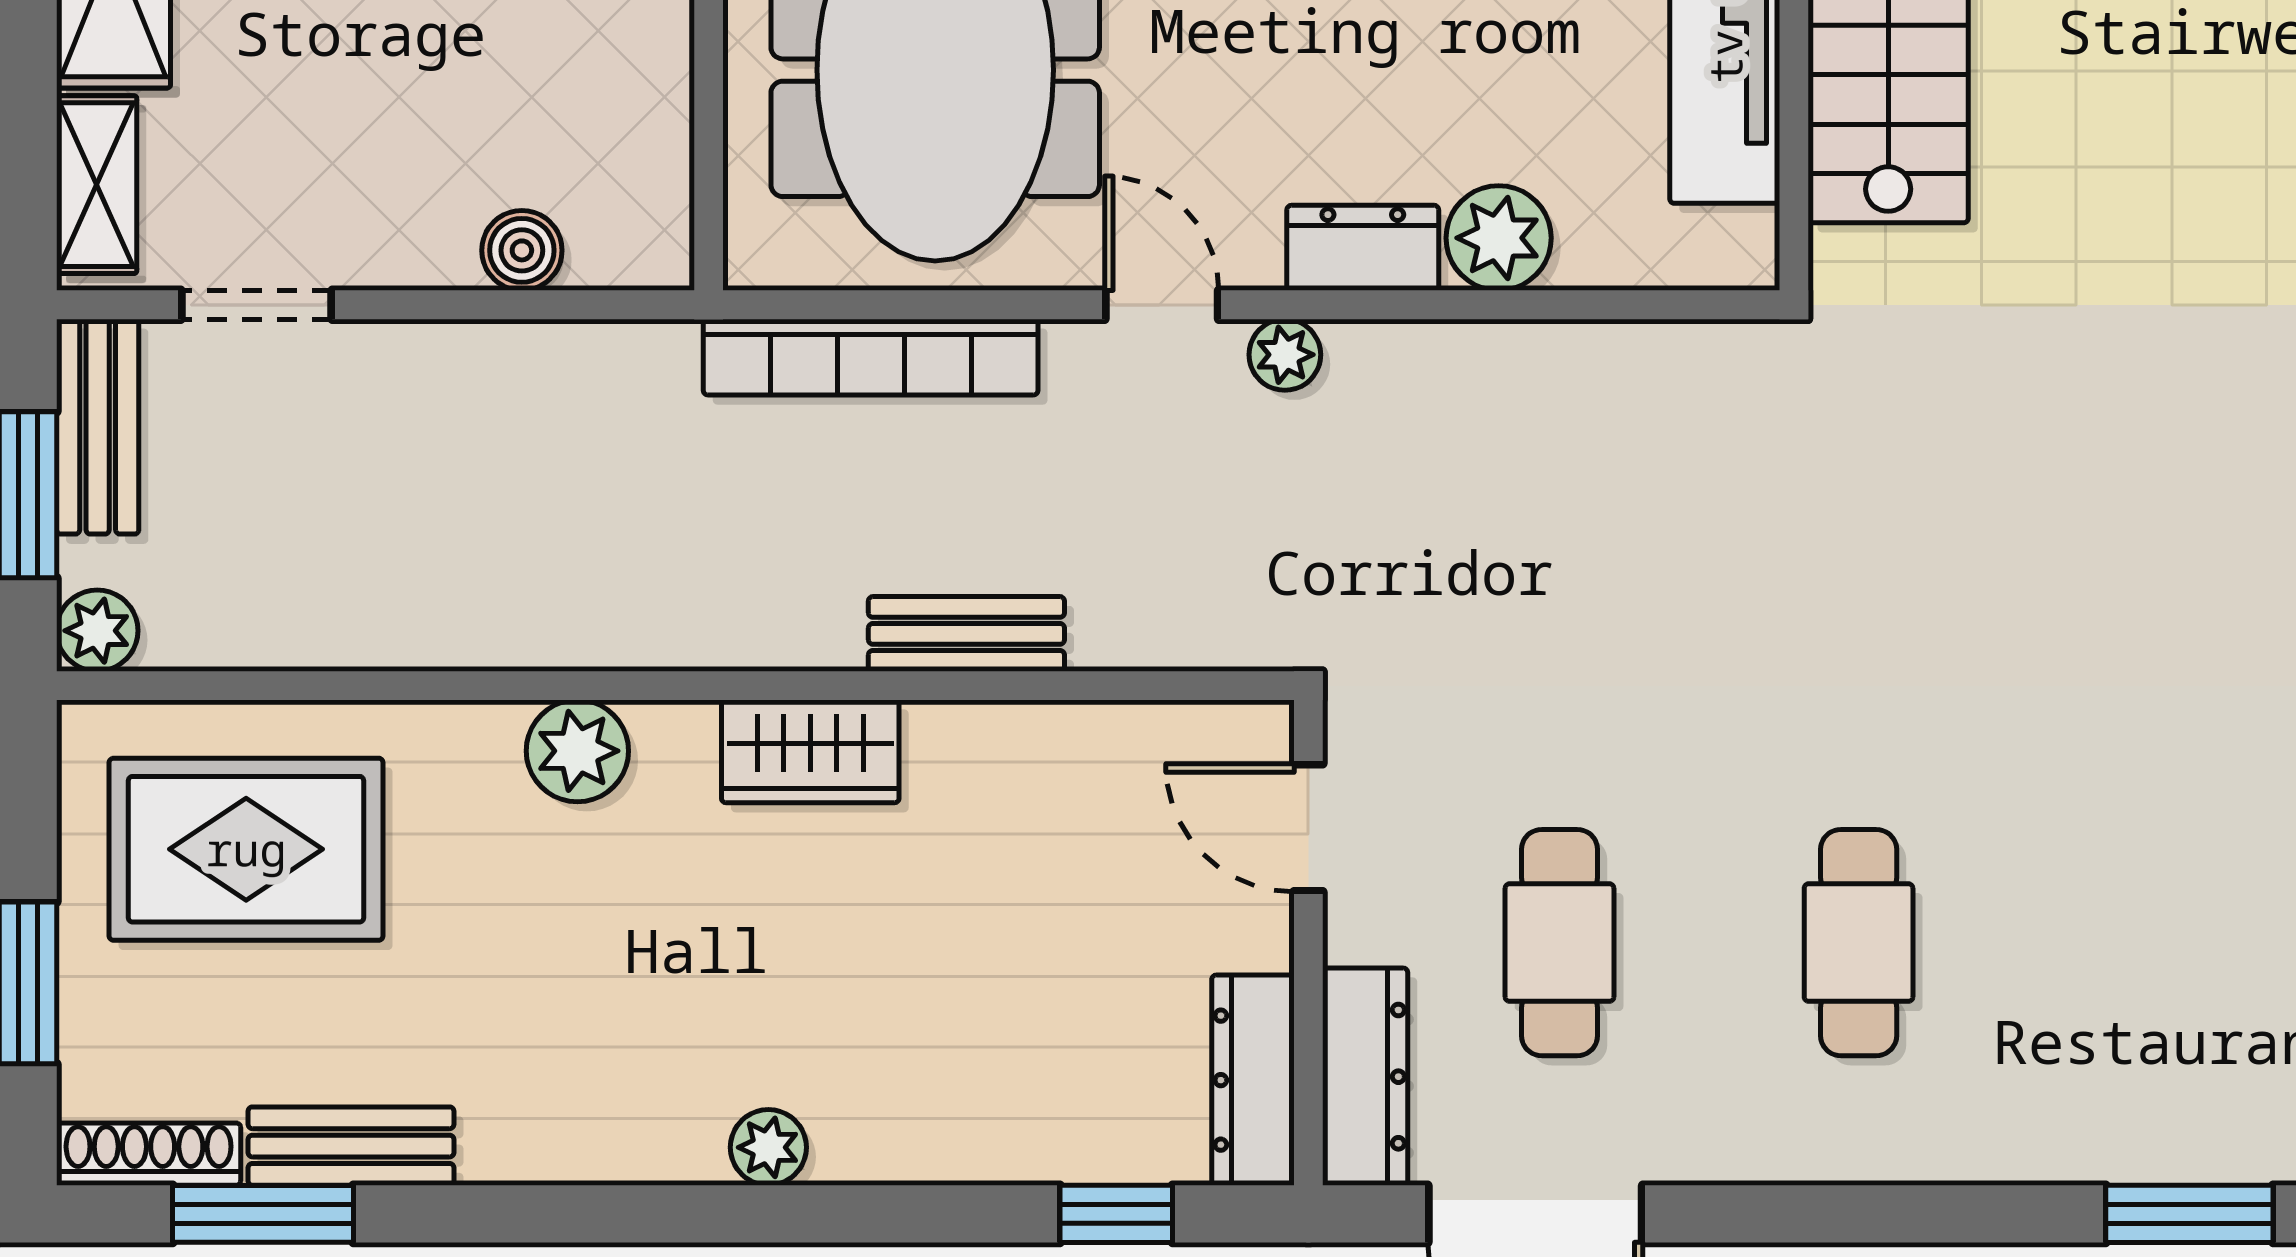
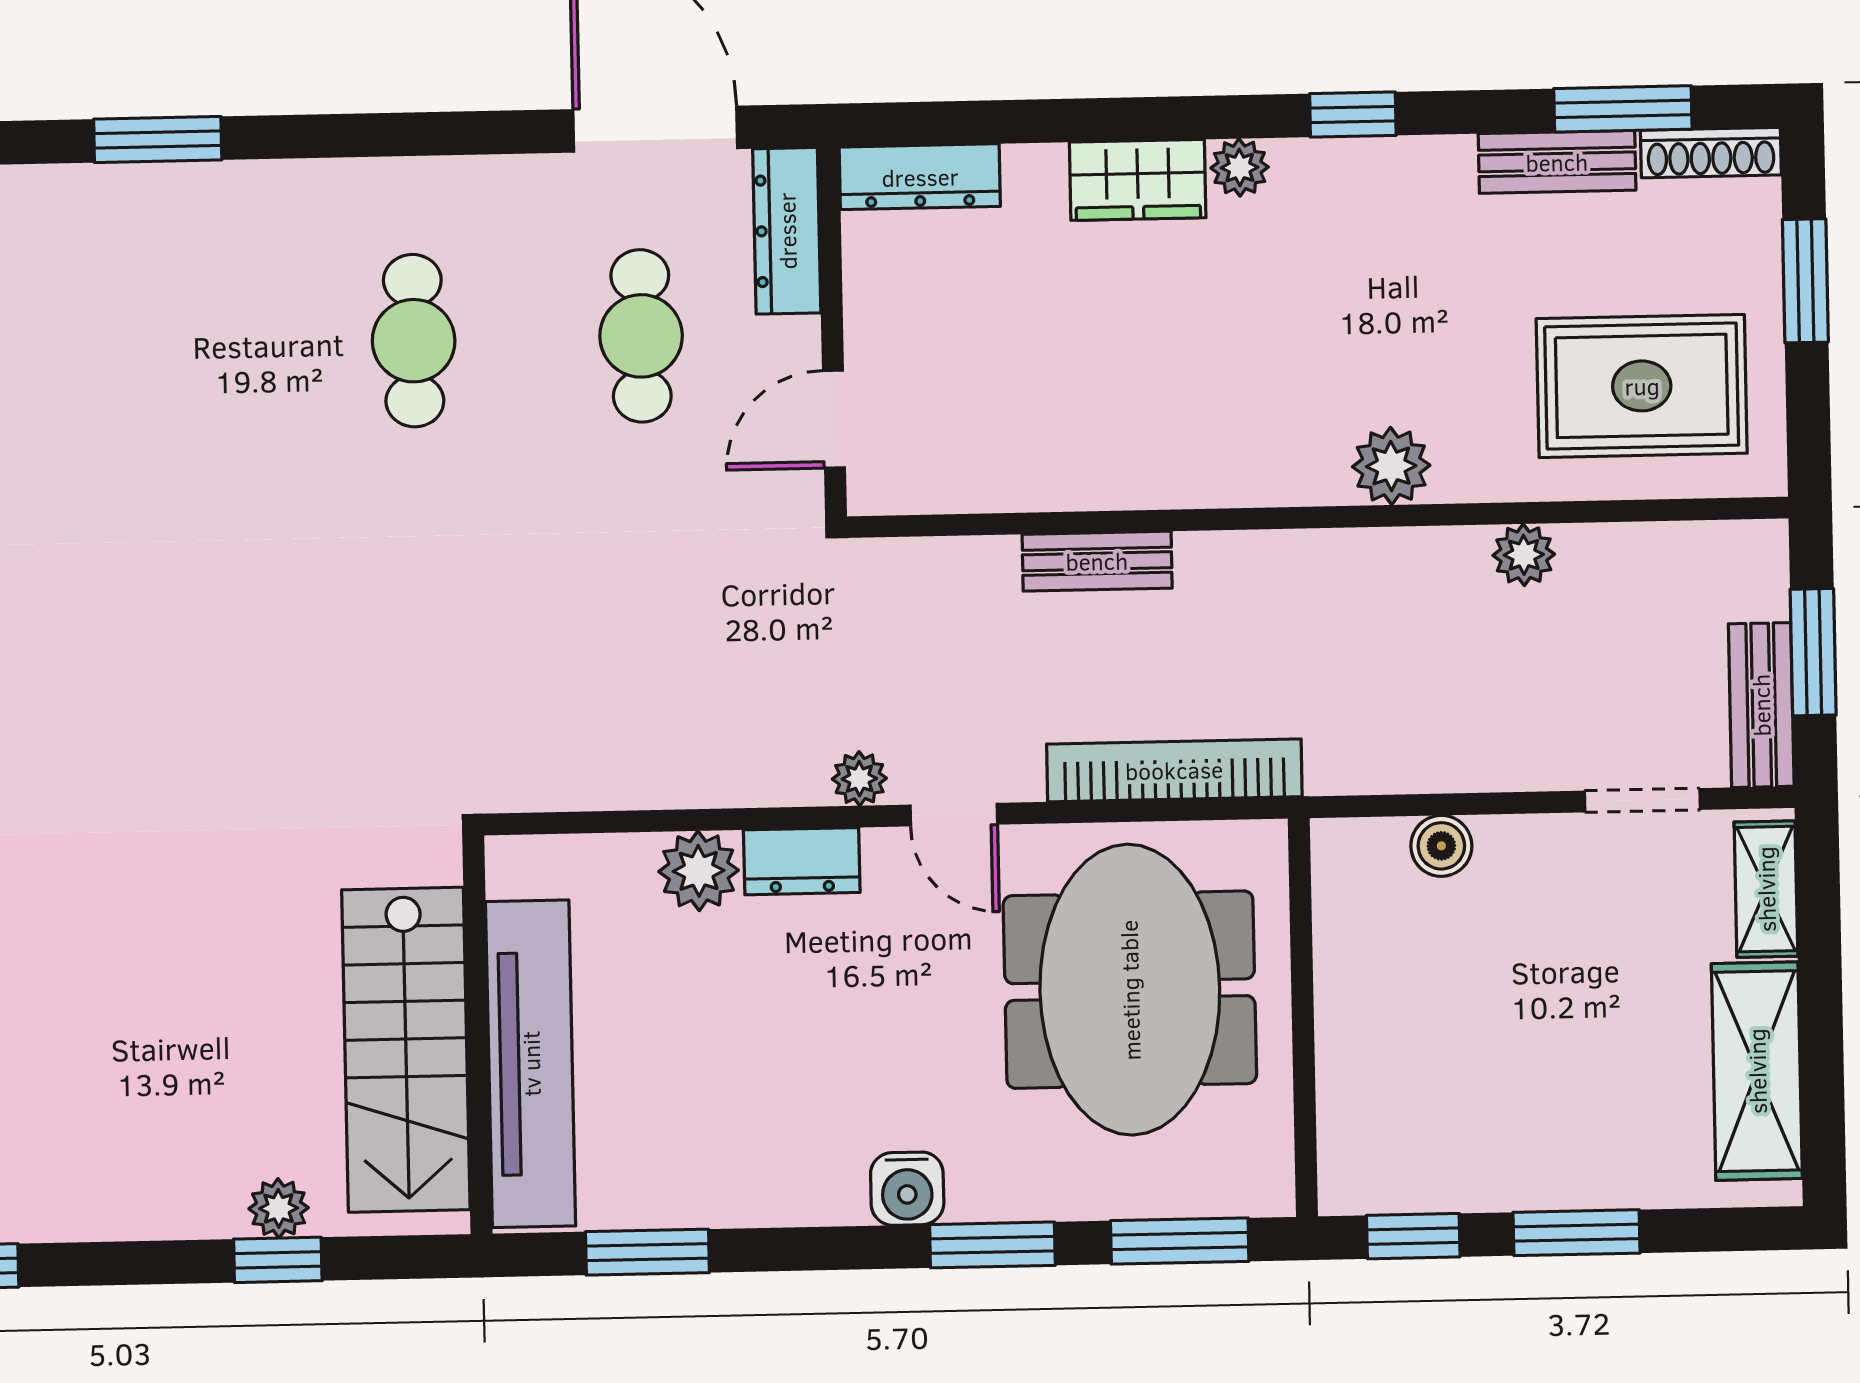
plant: (97, 631) -> (1524, 555), moved
wardrobe: (810, 751) -> (1138, 180), moved, turned 180
door: (1308, 828) -> (834, 419), swing flipped
dresser: (1253, 1080) -> (920, 177), moved, turned 90
window: (1116, 1214) -> (1353, 115), moved

